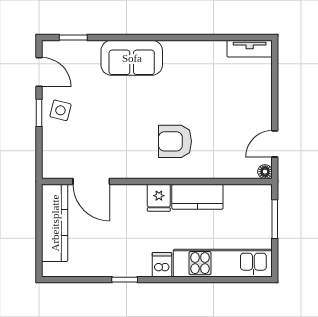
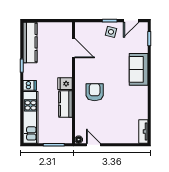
door: (91, 181) -> (74, 48), swing flipped
kitchen counter: (55, 223) -> (30, 42), moved, turned -90

